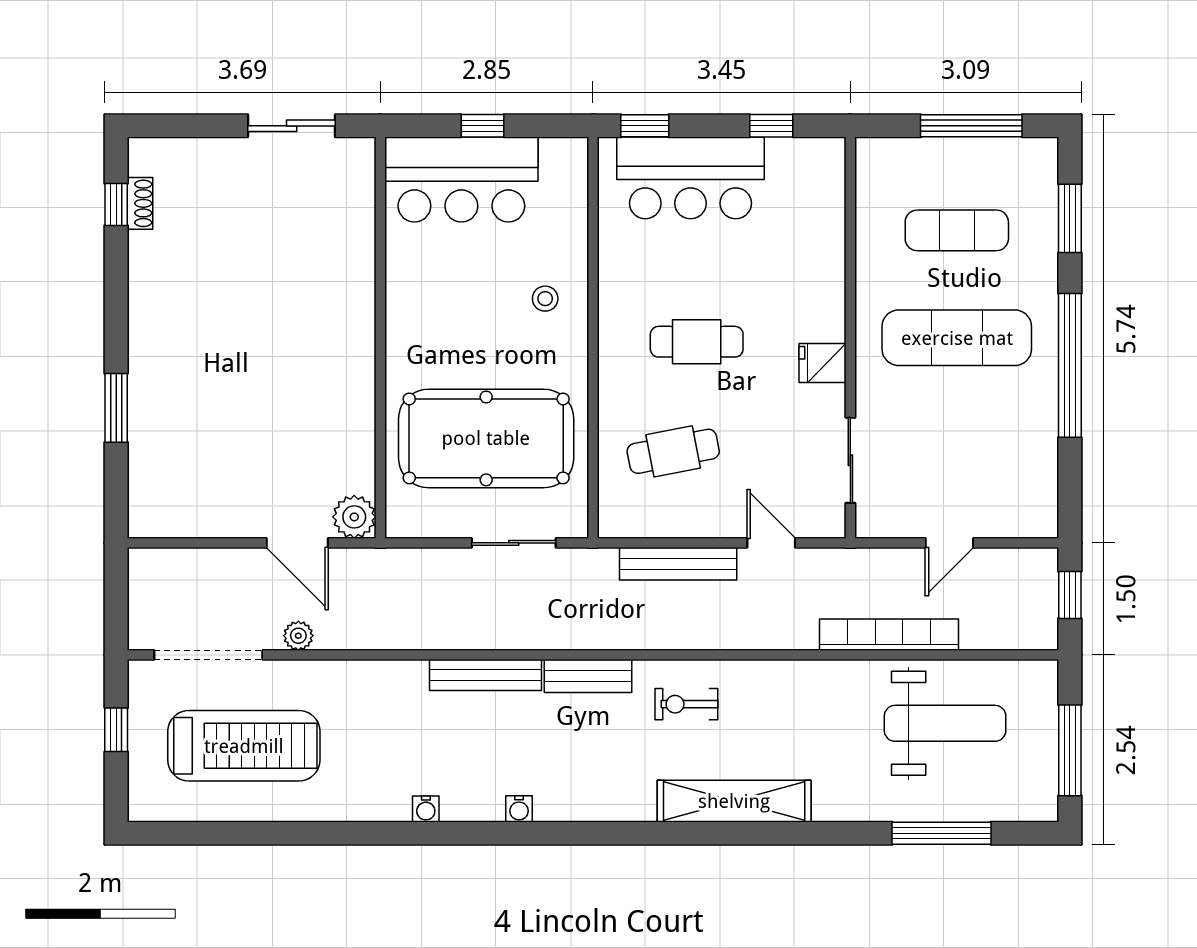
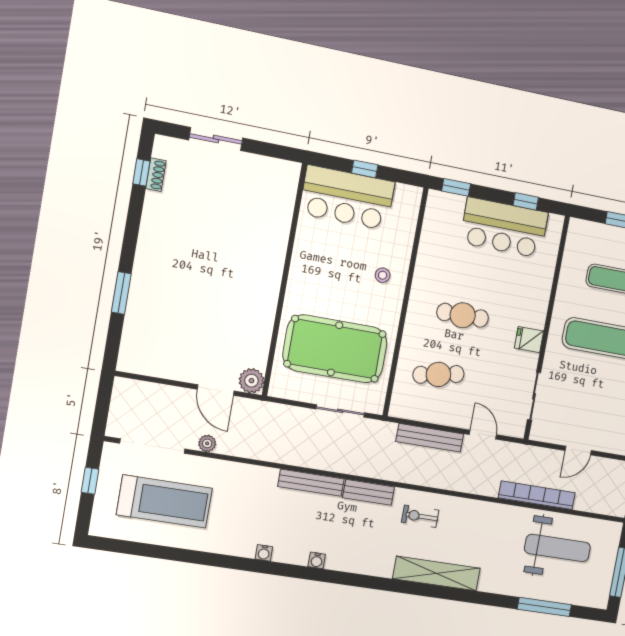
sliding door: (292, 126) -> (216, 139), moved
bar counter: (691, 178) -> (504, 228), moved

